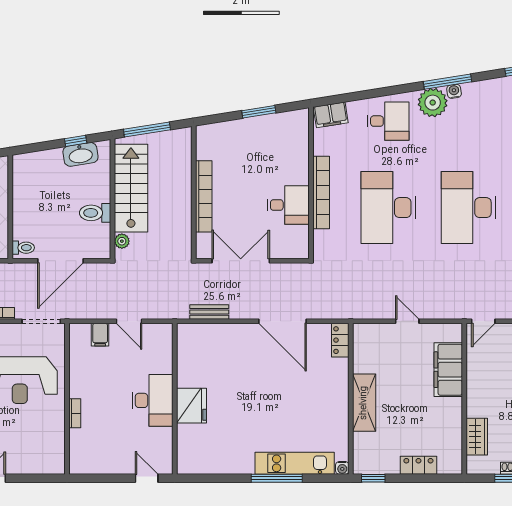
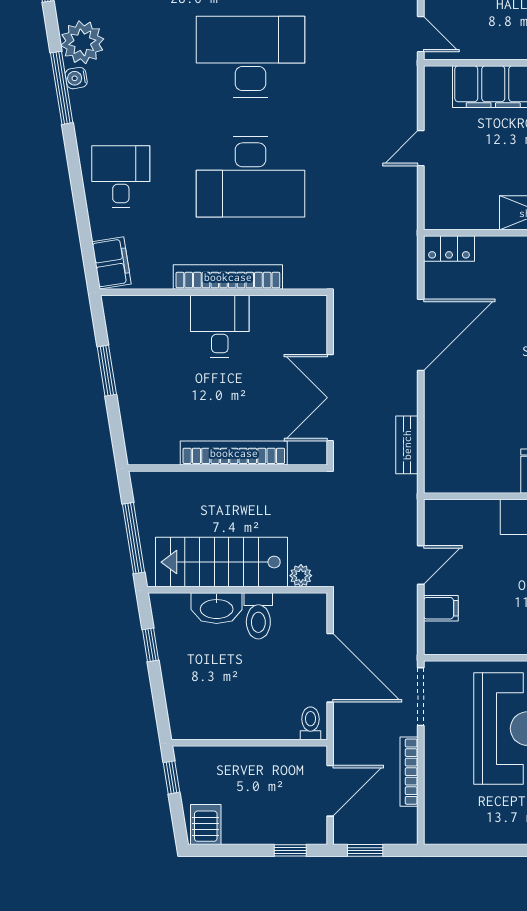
plant: (433, 103) -> (82, 42), moved
washbasin: (80, 154) -> (217, 608), moved, turned 99
desk: (288, 205) -> (220, 327), moved
desk: (468, 208) -> (250, 57), turned 180

